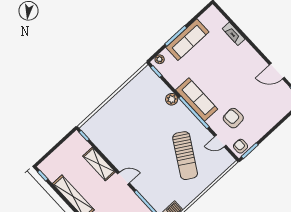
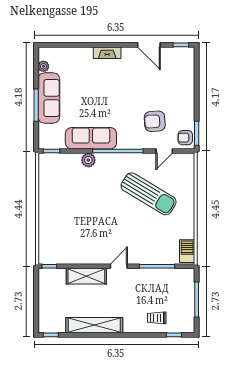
fireplace: (234, 34) -> (107, 53), moved
plant: (160, 59) -> (43, 66), moved
door: (277, 71) -> (149, 45), hinge flipped
sofa: (197, 99) -> (91, 138), moved

